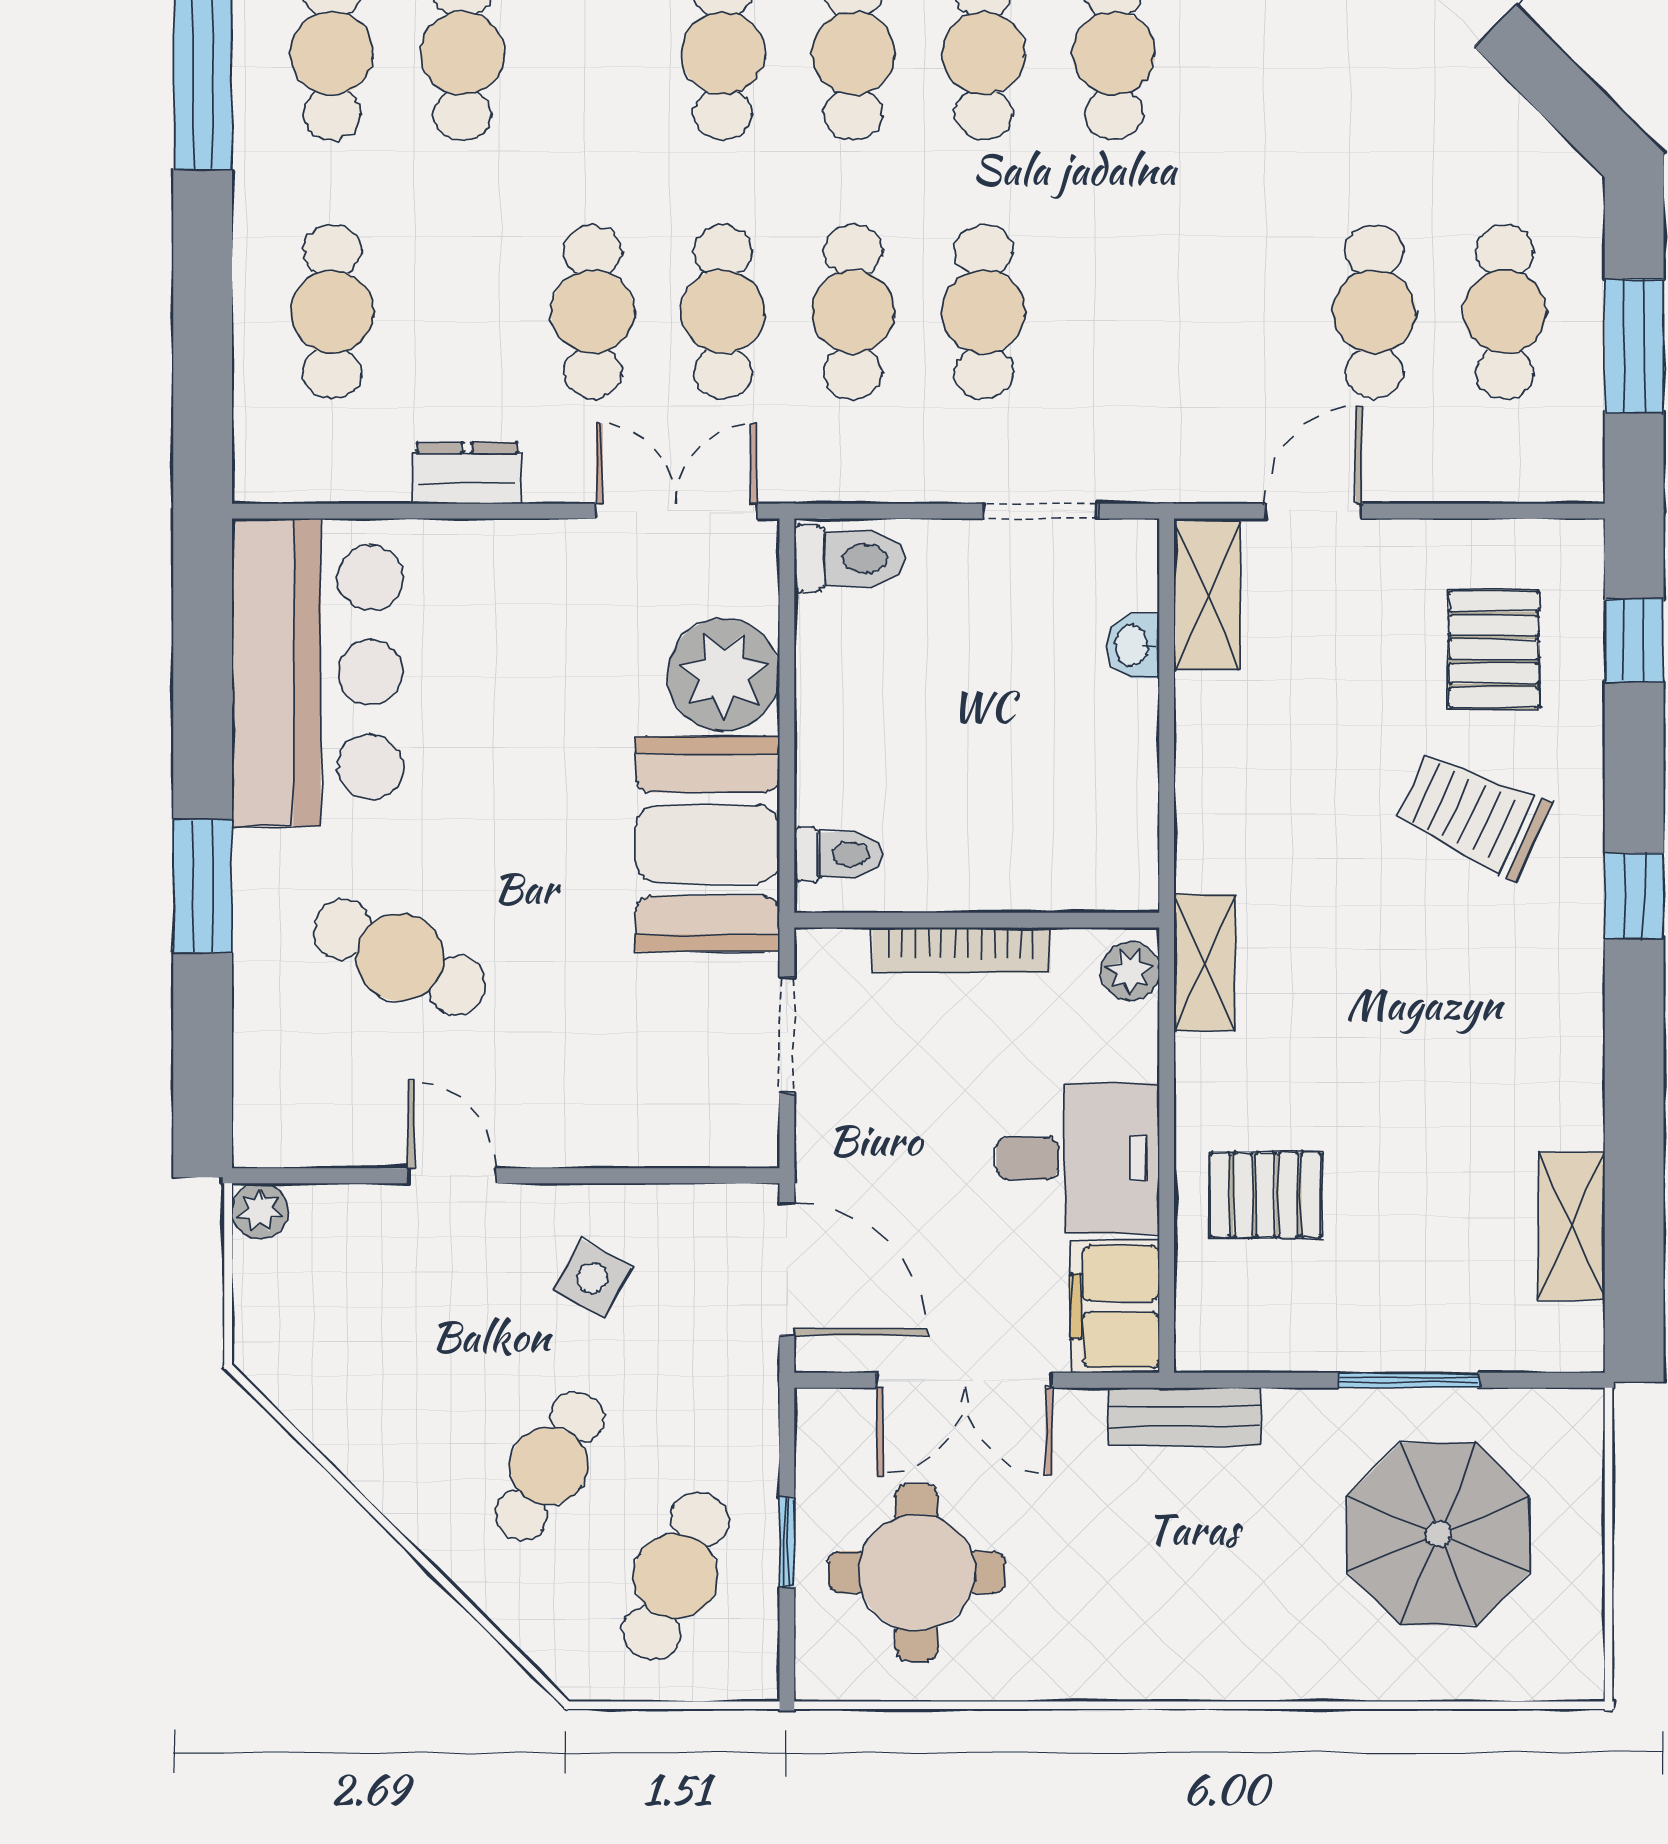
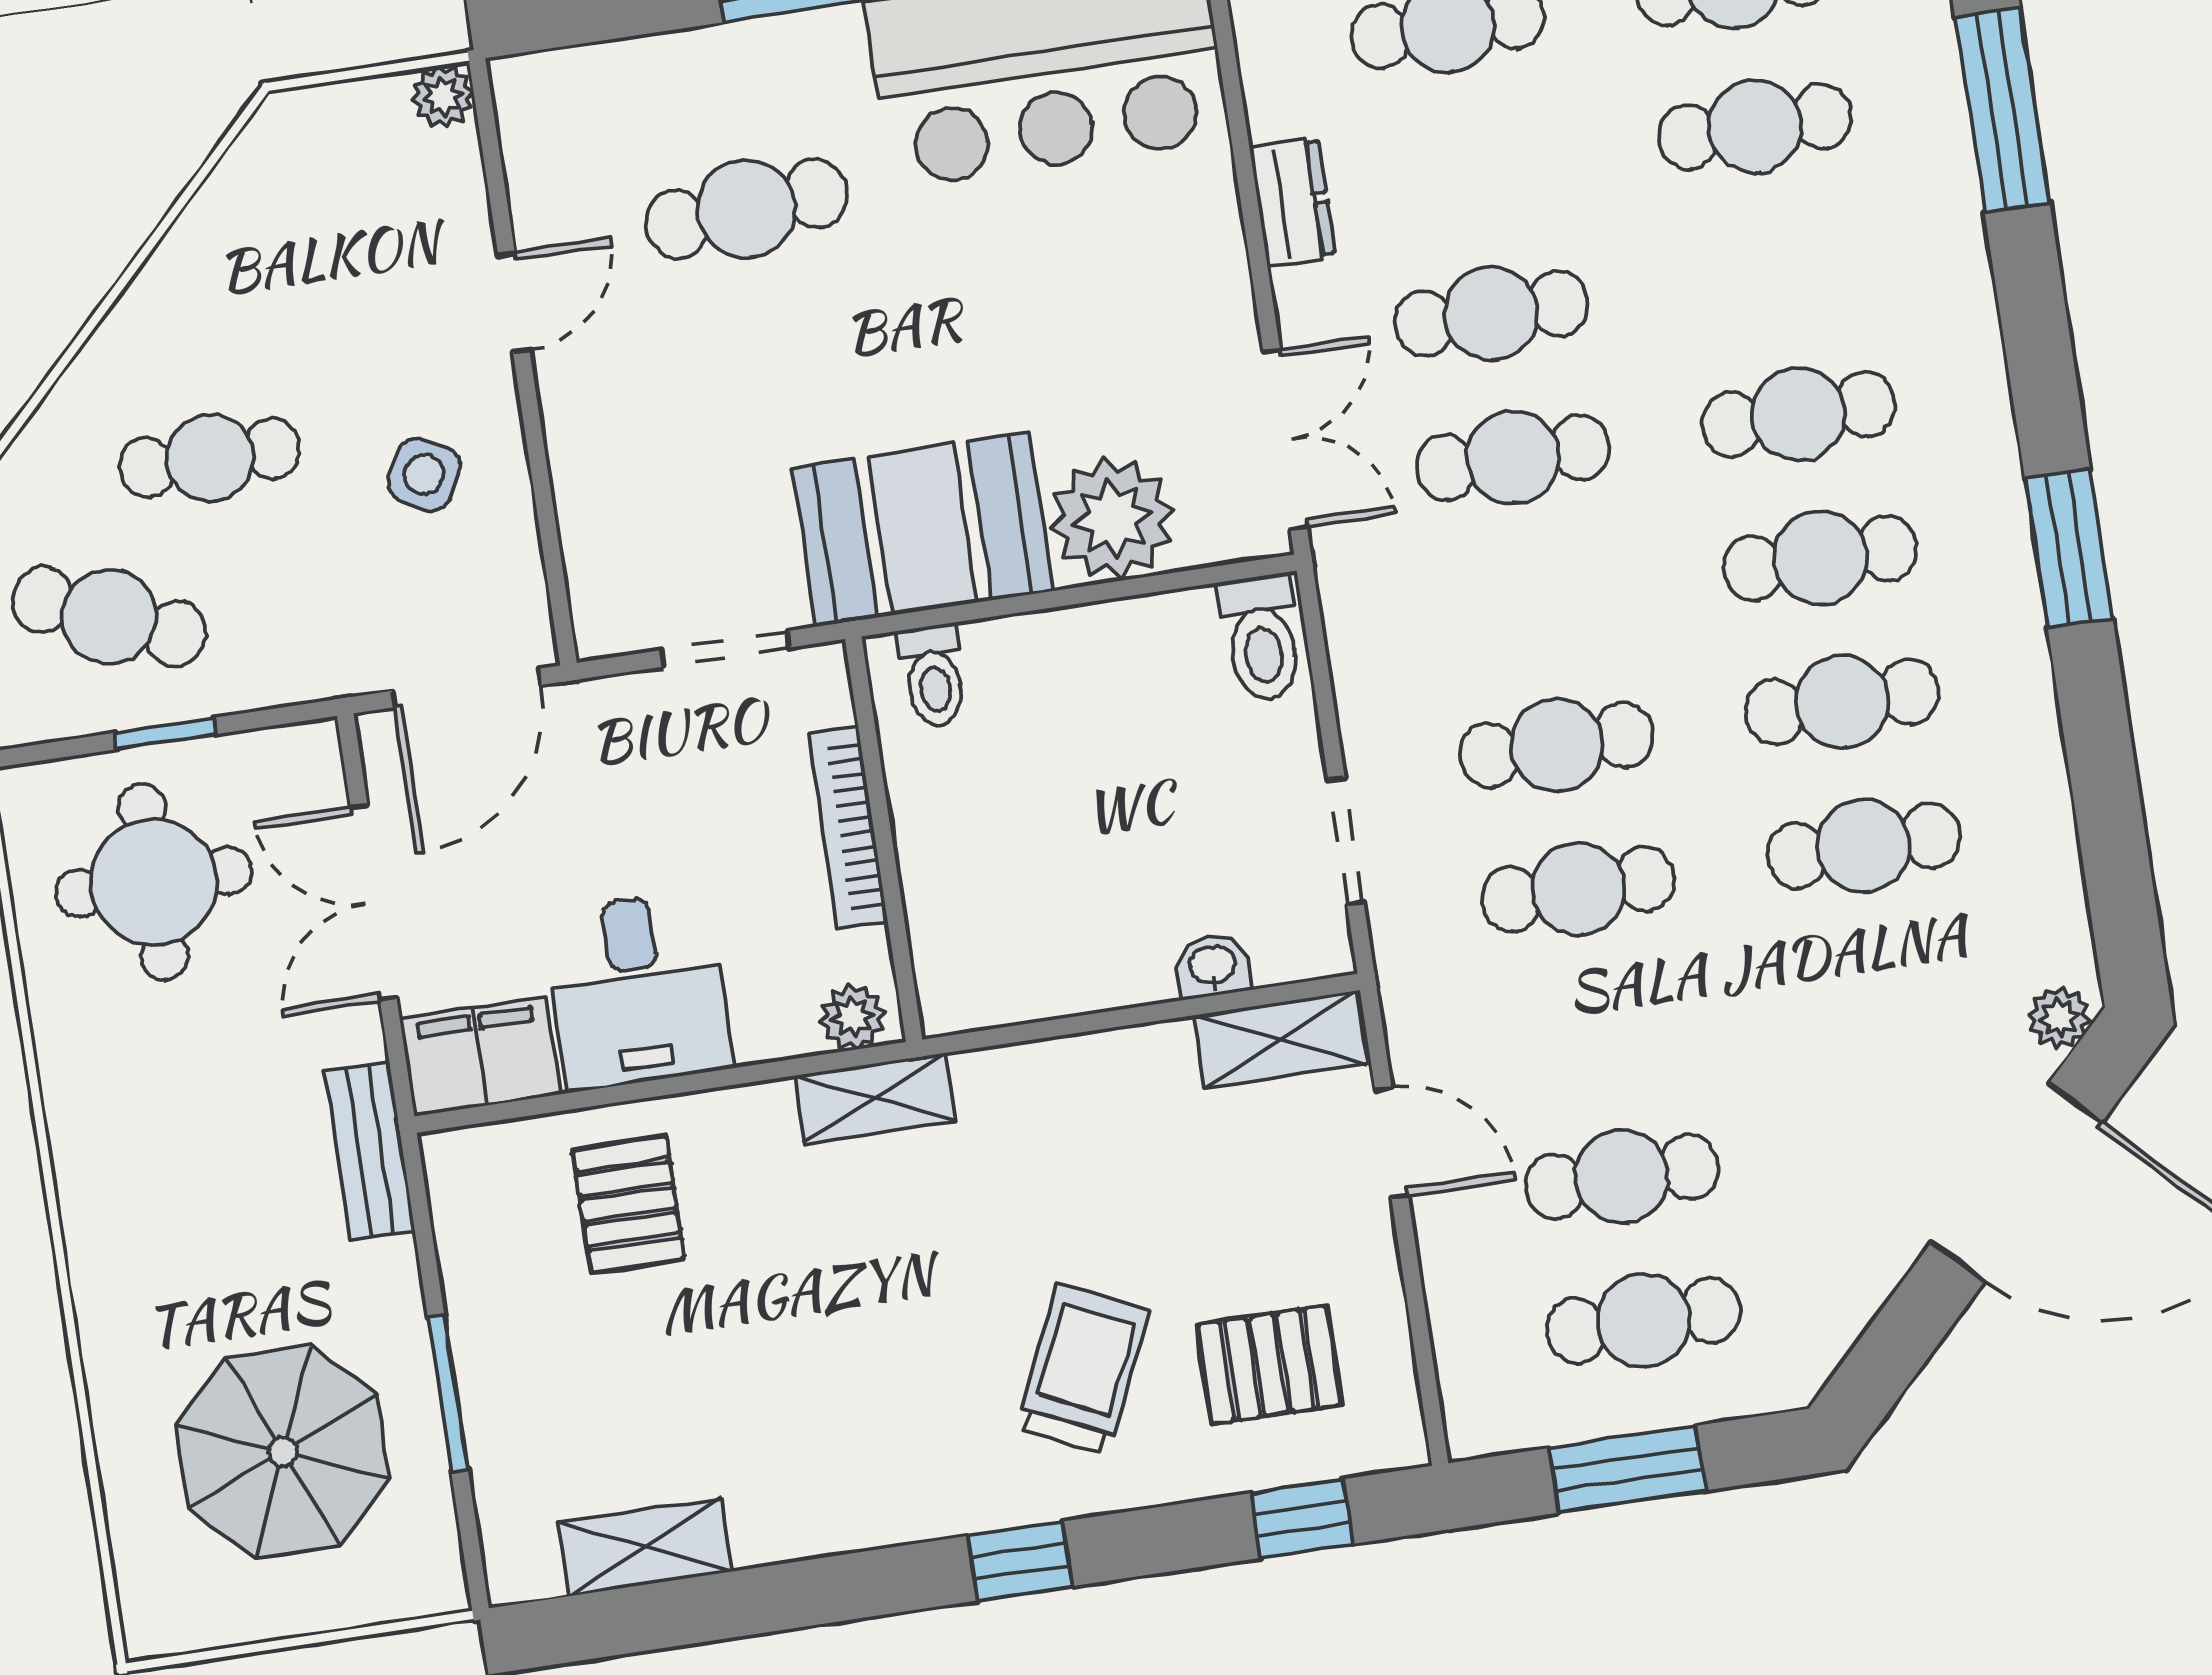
cafe table: (853, 312) -> (1578, 889), moved
cafe table: (400, 957) -> (746, 209), turned 60
cafe table: (549, 1466) -> (210, 458), turned -30

